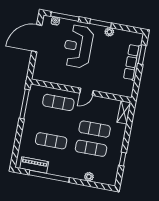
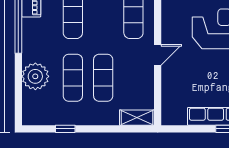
door: (87, 92) -> (158, 55), swing flipped
plant: (89, 177) -> (35, 76), width x1.87, depth x1.87

